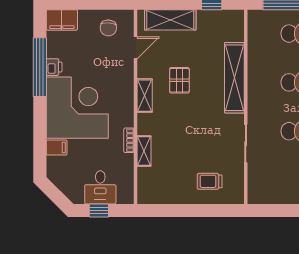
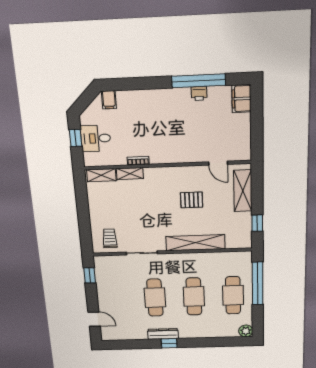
chair: (108, 28) -> (235, 140), removed
shelving: (145, 96) -> (101, 175), moved
corner desk: (77, 108) -> (164, 116), removed
filing cabinet: (57, 147) -> (109, 100), moved
trolley: (210, 181) -> (110, 238), moved
window: (274, 210) -> (90, 275), added

